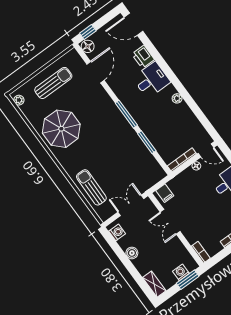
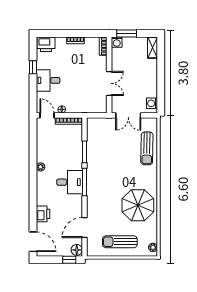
desk: (152, 80) -> (70, 182), moved, turned 180
filing cabinet: (165, 193) -> (98, 106), removed
boiler: (132, 253) -> (152, 81), removed
washing machine: (181, 272) -> (117, 42), moved

